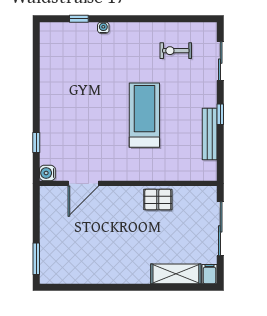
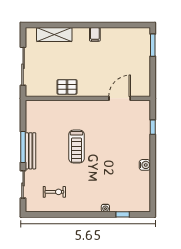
window: (220, 114) -> (23, 147), width x2.17
treadmill: (144, 115) -> (76, 146), width x0.73, depth x0.73
bench: (210, 134) -> (31, 151), moved
water cooler: (47, 173) -> (145, 165), moved
filing cabinet: (210, 274) -> (95, 34), moved

